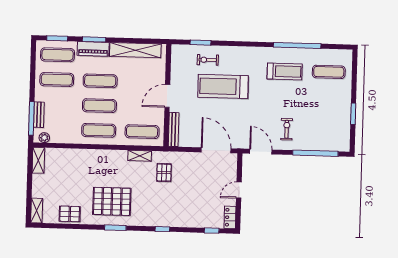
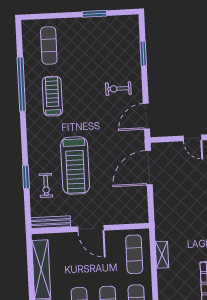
window: (201, 43) -> (26, 177), moved
bench: (174, 129) -> (51, 222), moved
window: (315, 153) -> (143, 54), width x0.47
pallet: (164, 173) -> (179, 225), removed

